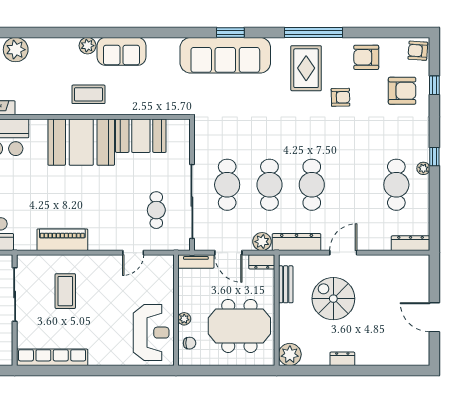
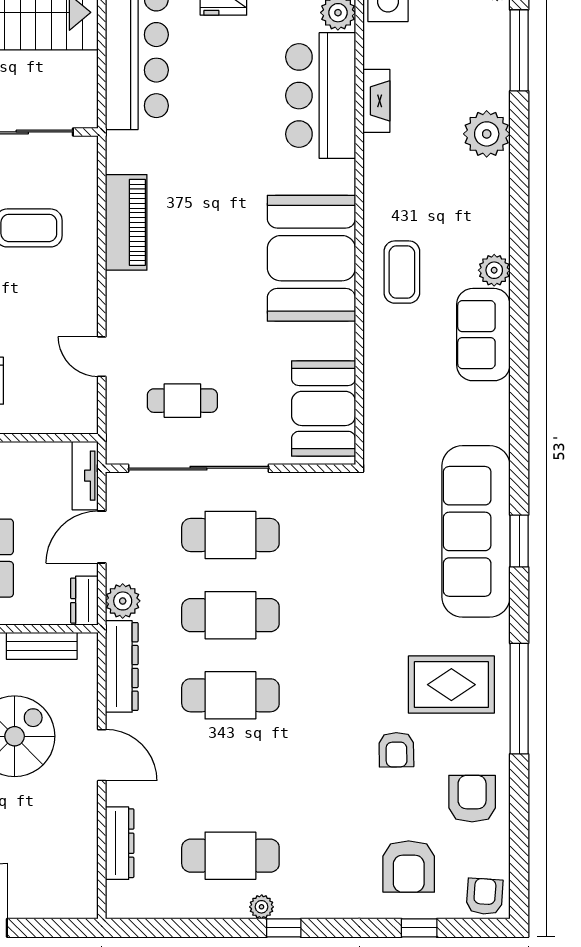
booth: (141, 136) -> (324, 408), moved
dresser: (411, 243) -> (120, 843), moved

